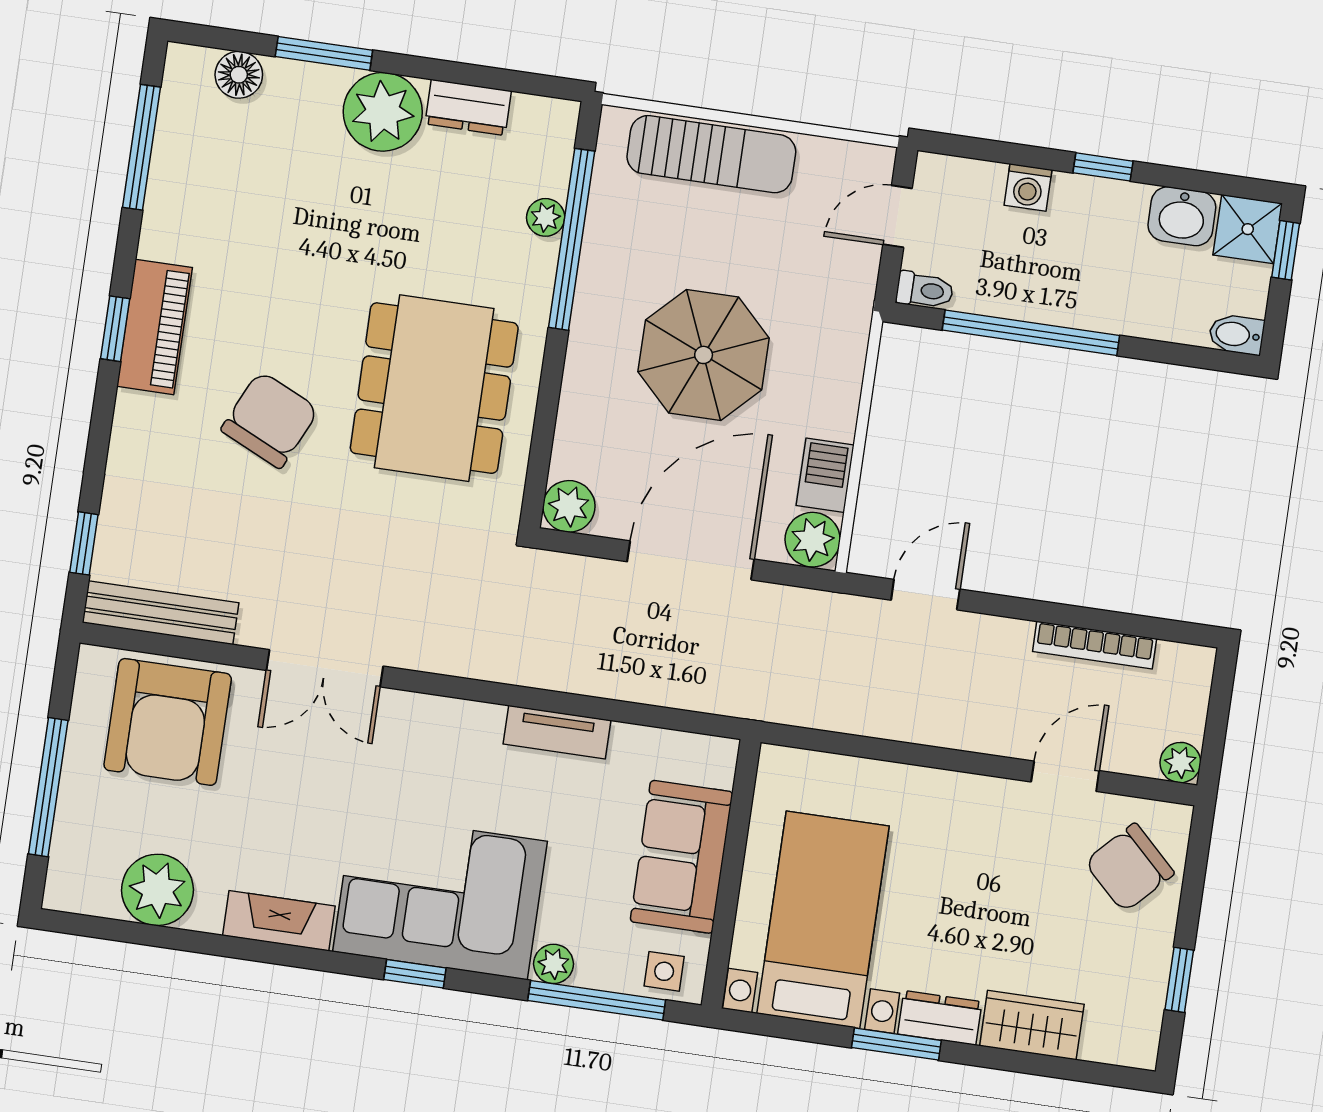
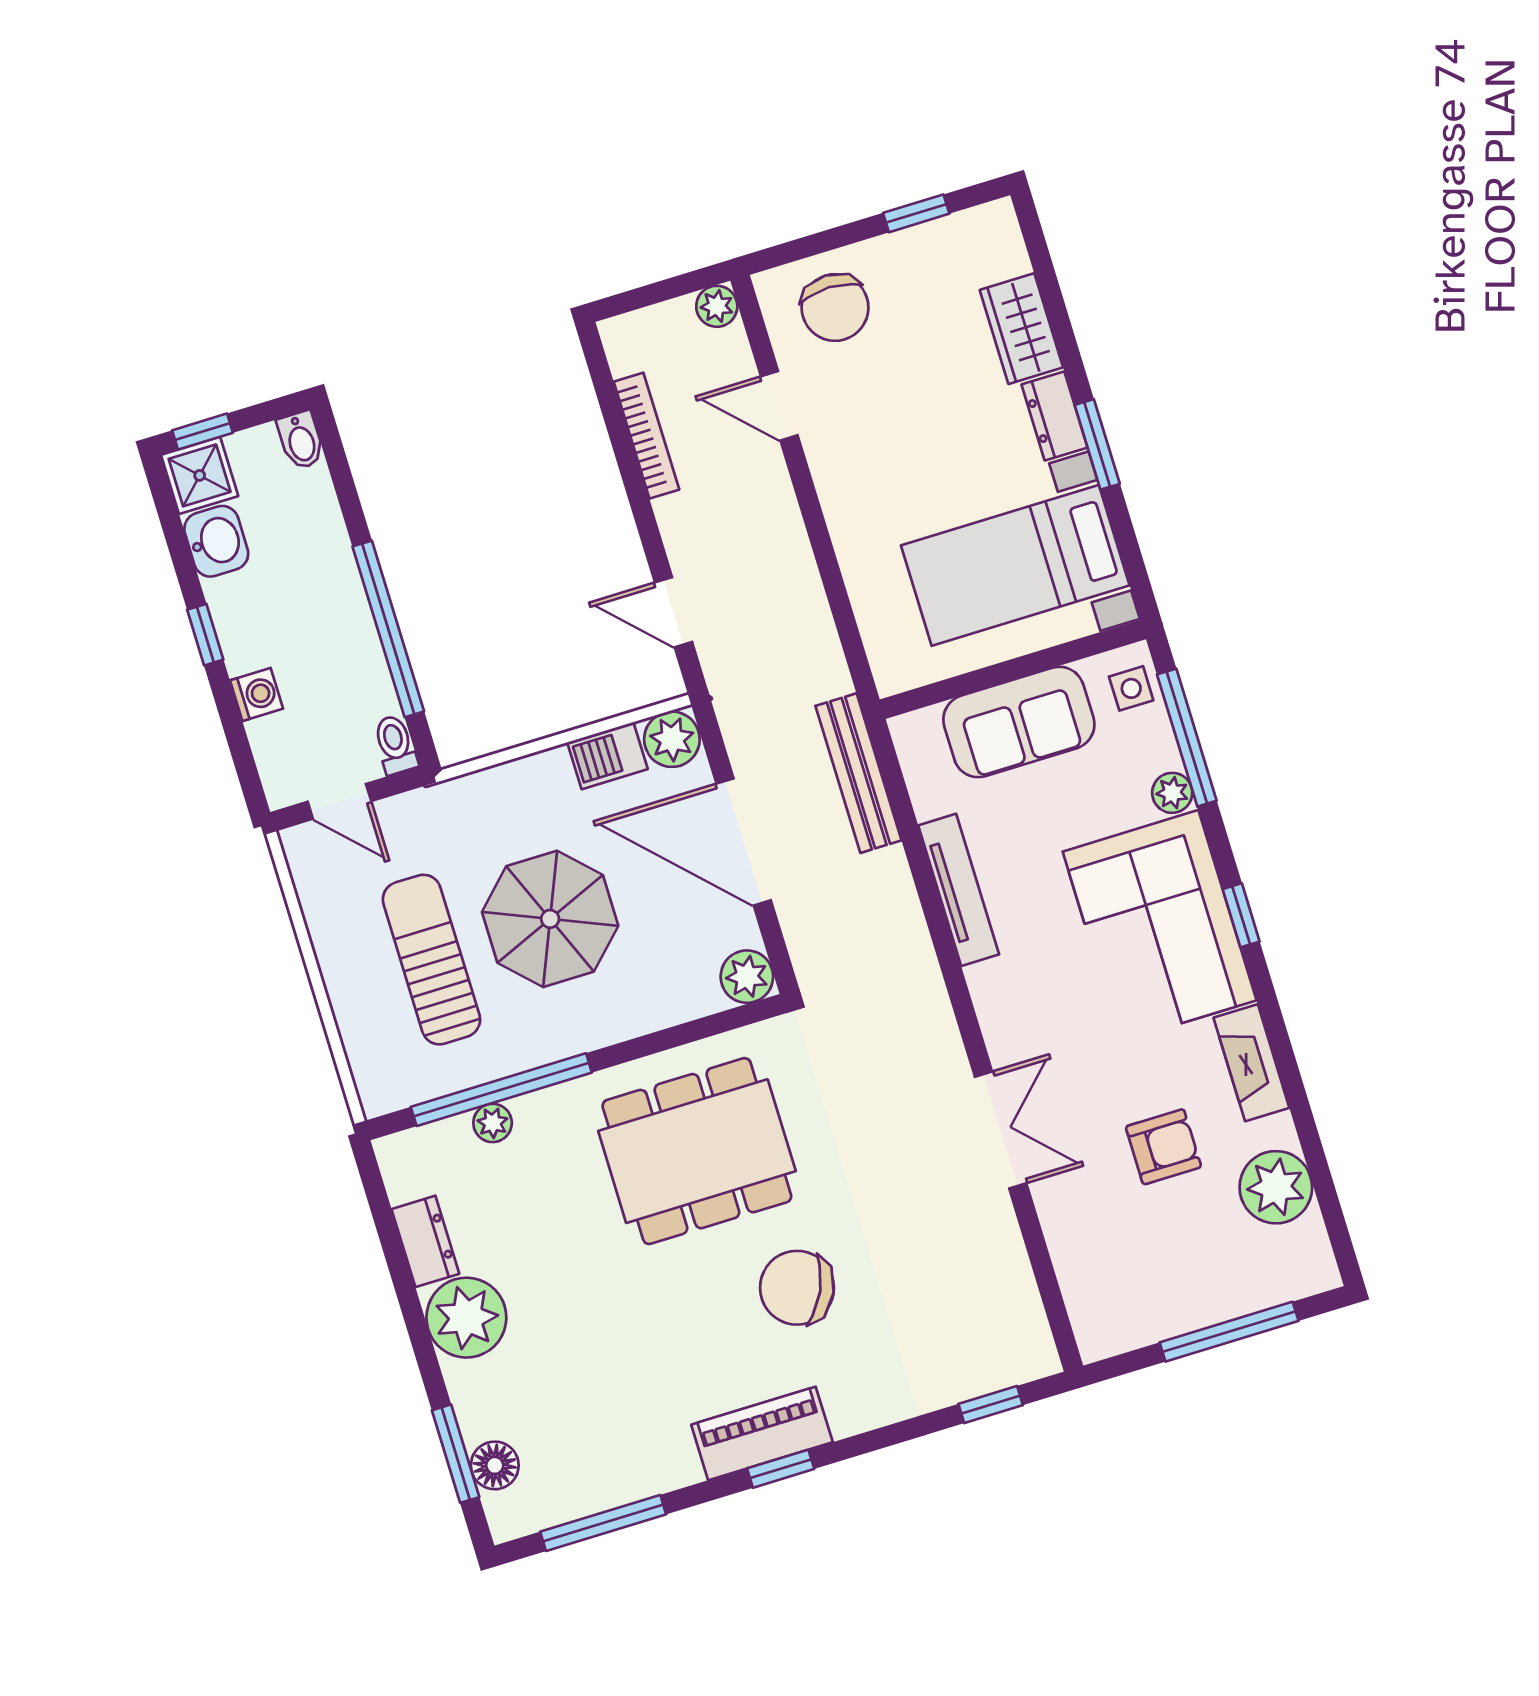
window: (324, 53) -> (456, 1454), moved
sun lounger: (711, 154) -> (431, 960), moved
bench: (161, 613) -> (858, 773), moved
armchair: (168, 722) -> (1163, 1147), moved, width x0.53, depth x0.53
tv unit: (557, 732) -> (959, 890), width x1.41
chair: (1129, 868) -> (835, 307), turned 46

